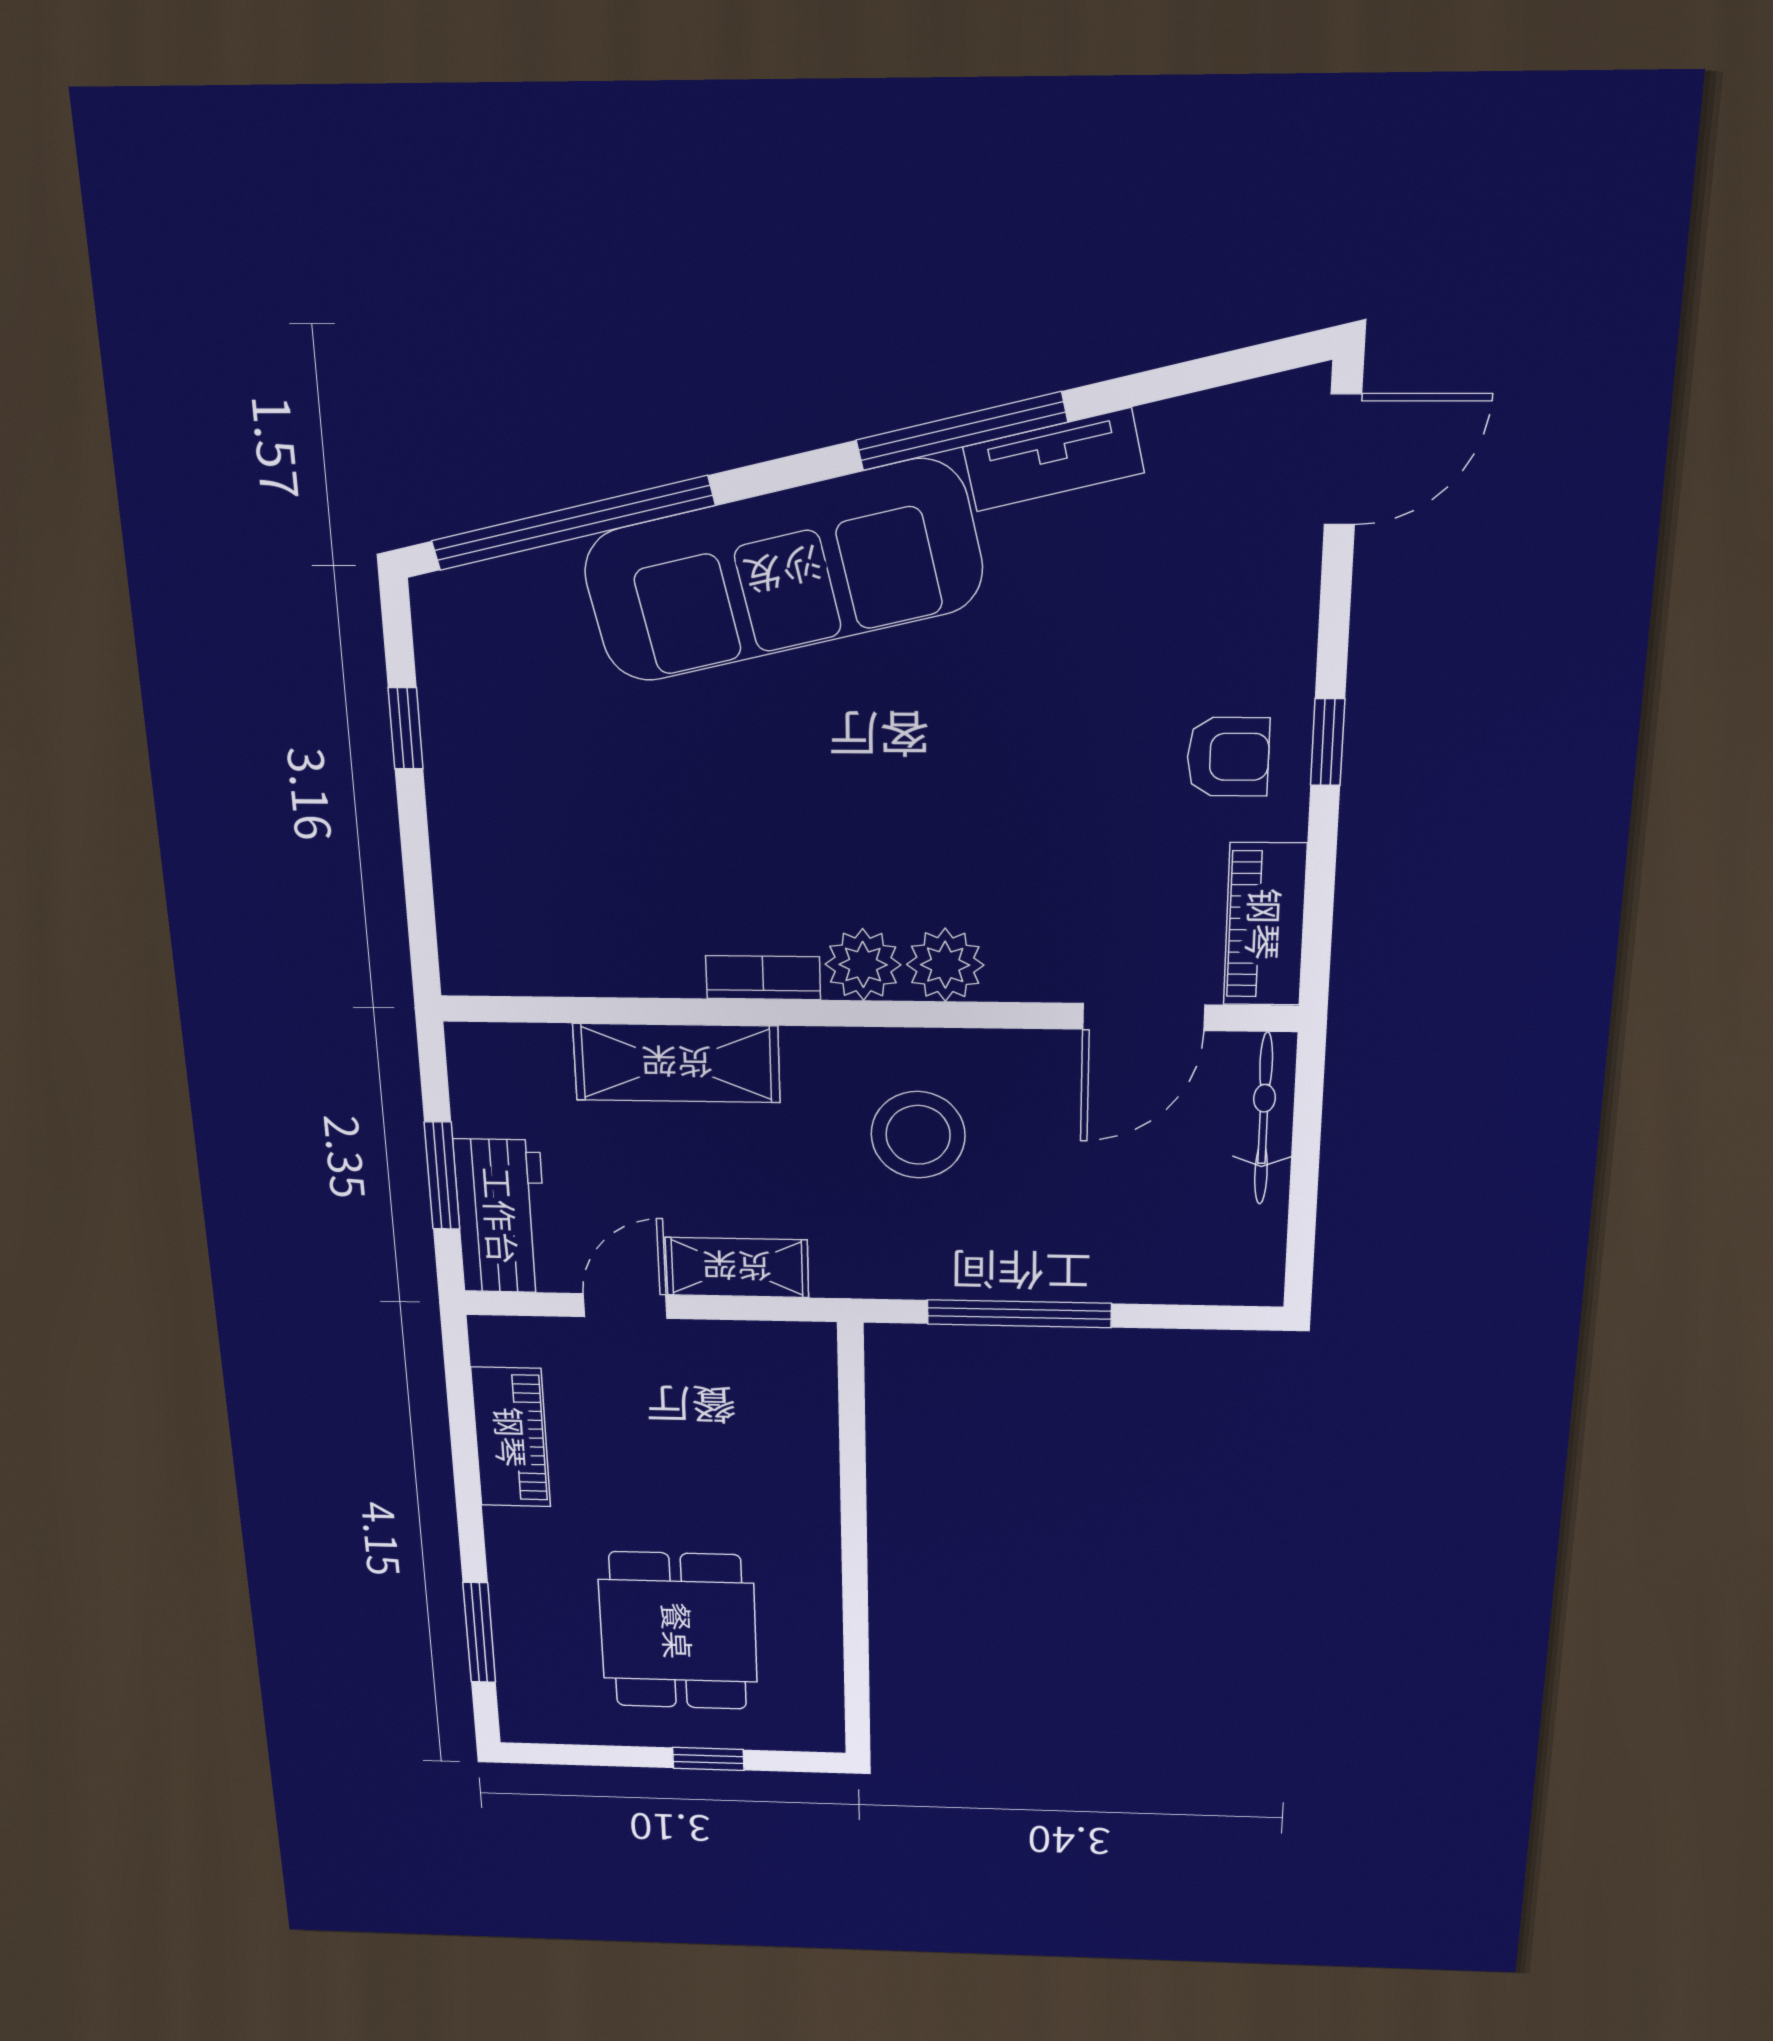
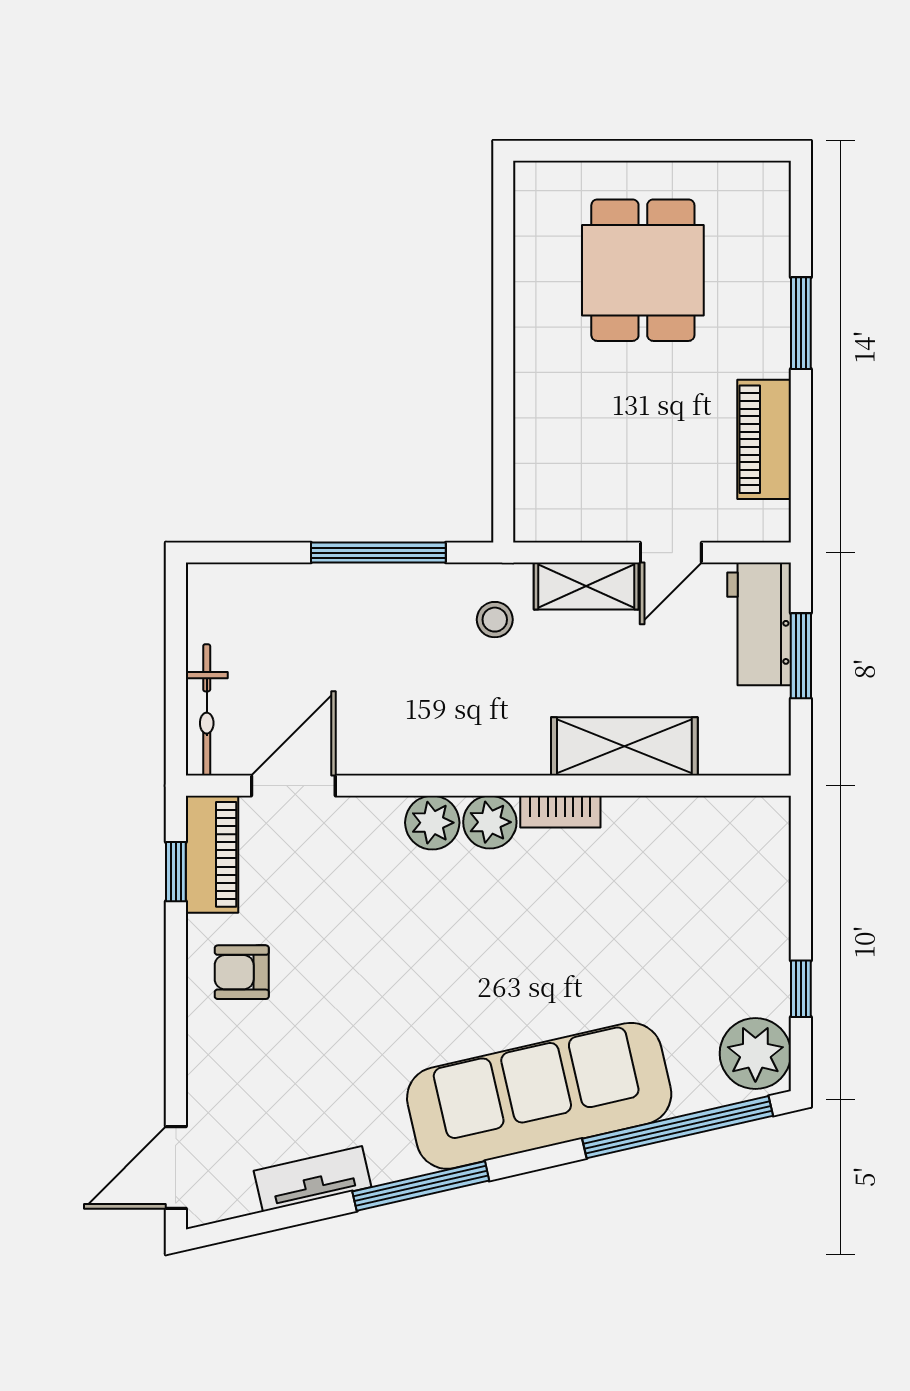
tv unit: (1053, 460) -> (313, 1179), moved
plant: (465, 634) -> (755, 1054), added
window: (1328, 742) -> (176, 872), moved
stool: (918, 1135) -> (495, 620), moved, width x0.53, depth x0.53
window: (479, 1633) -> (801, 323), moved
window: (708, 1759) -> (623, 151), removed

